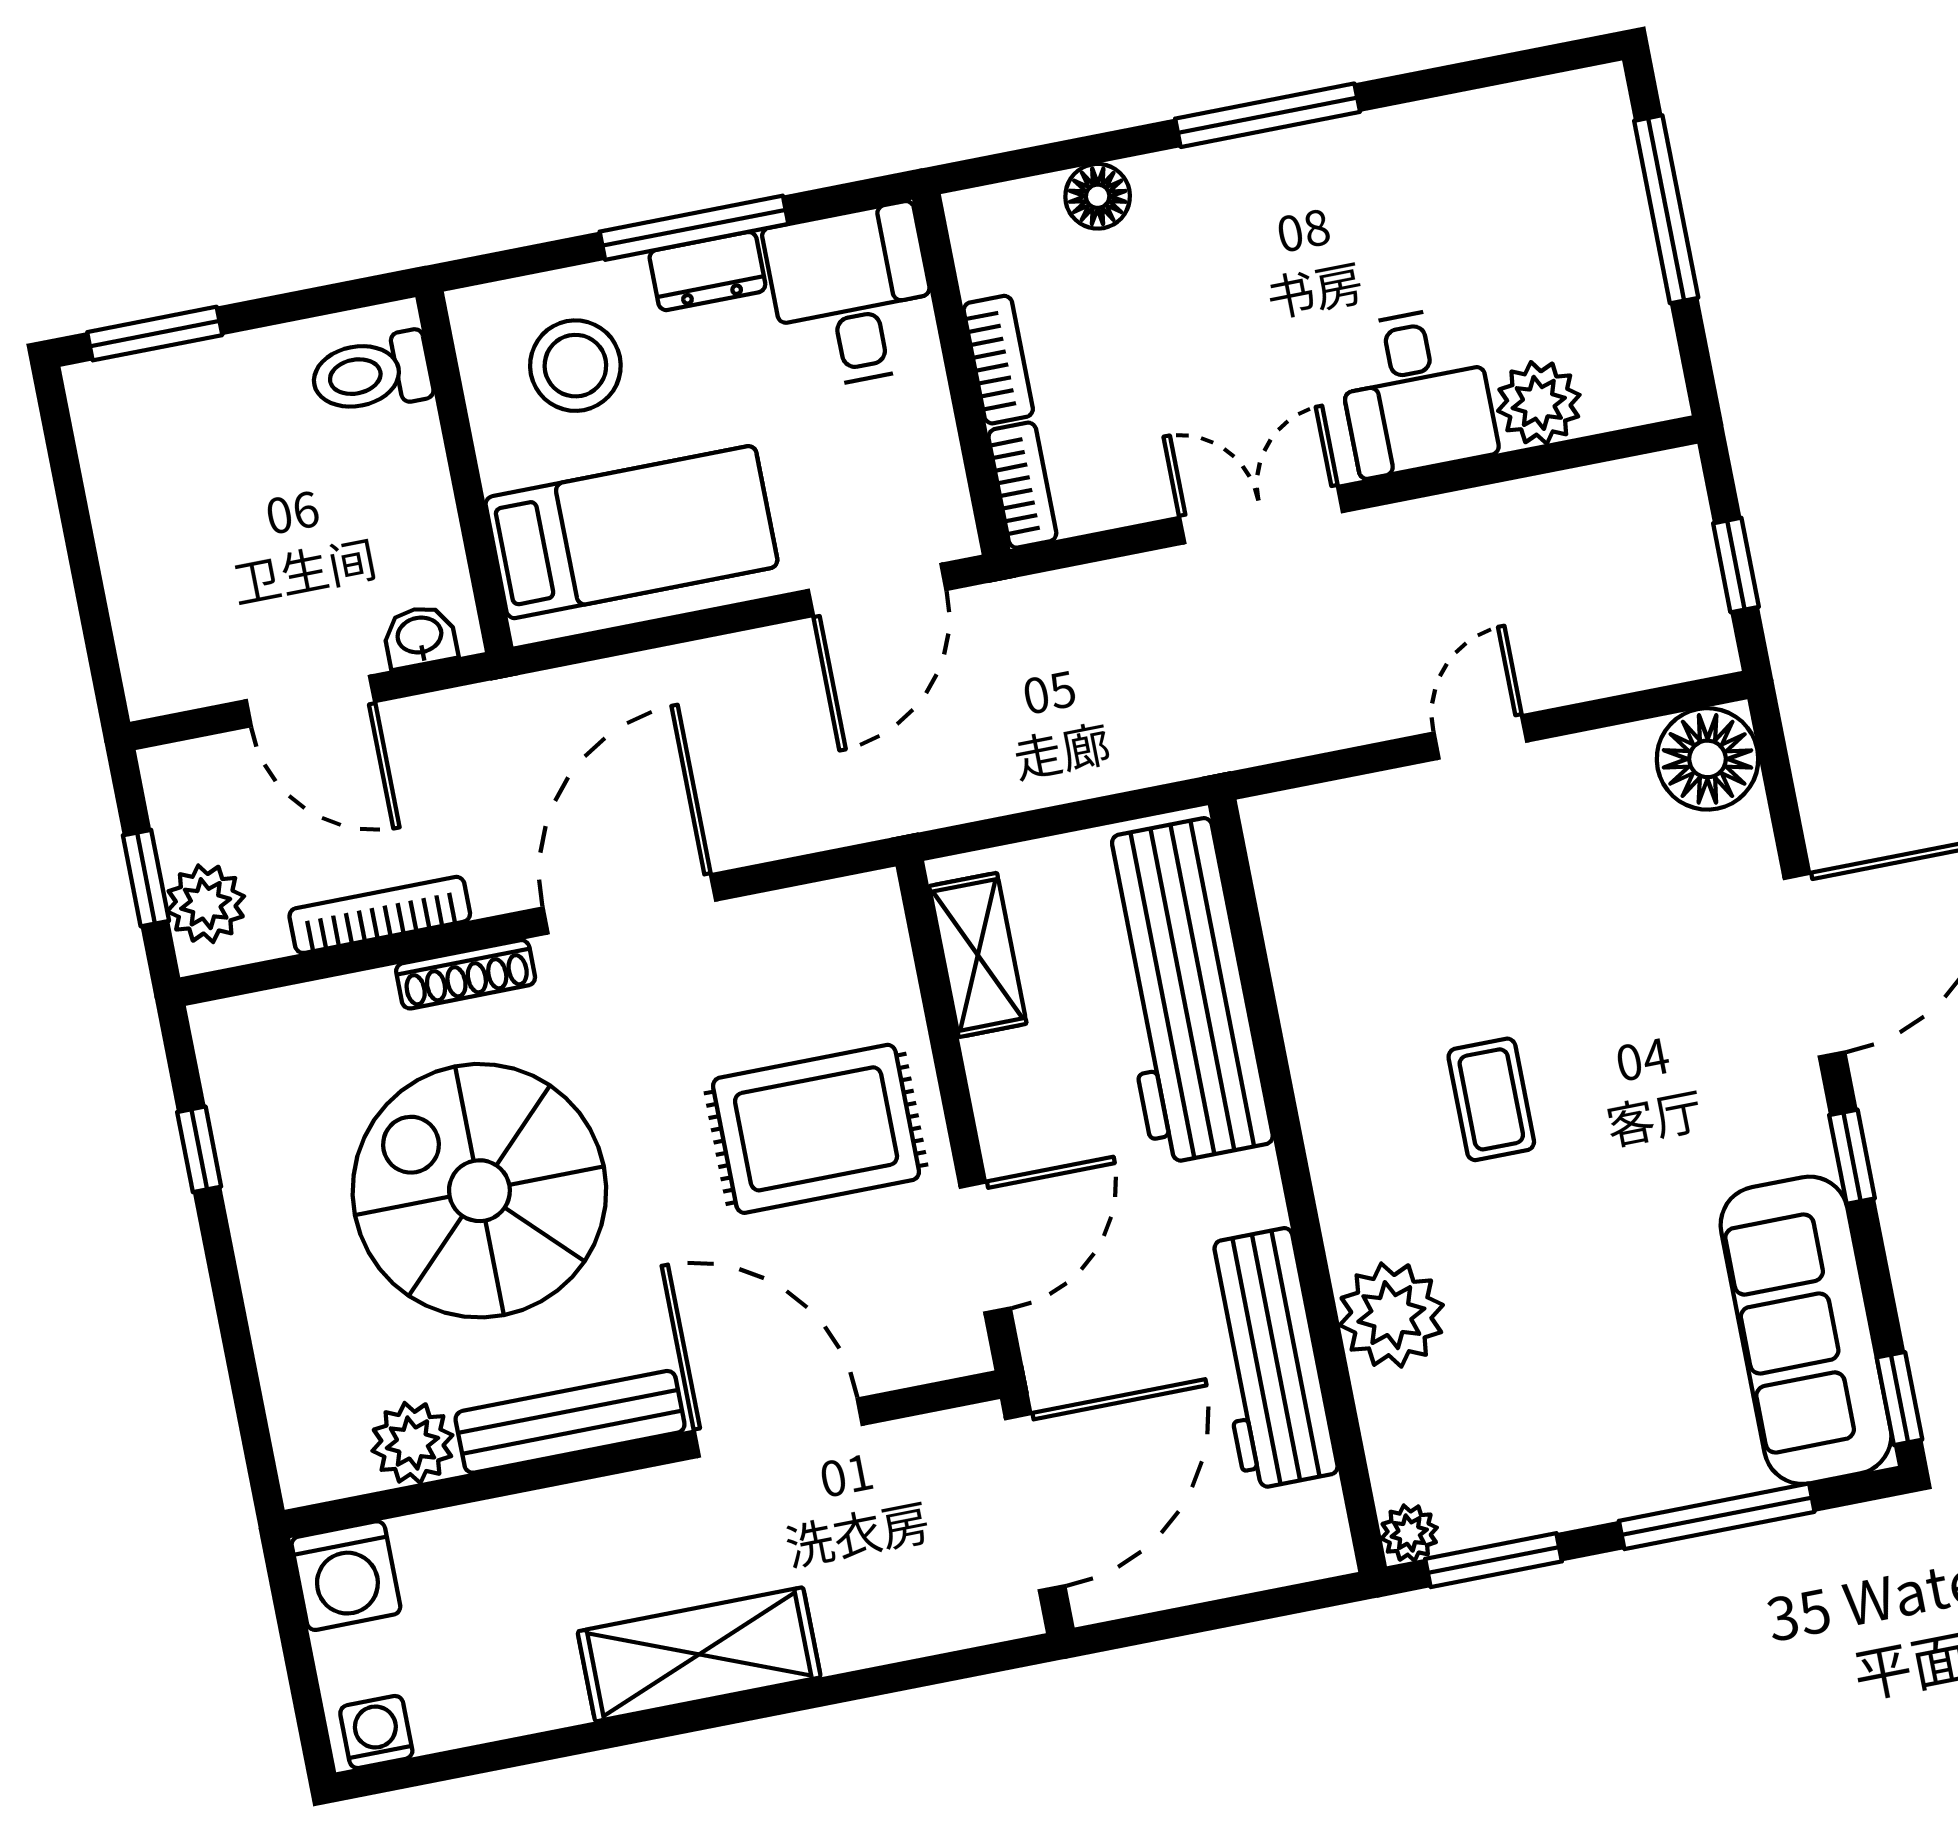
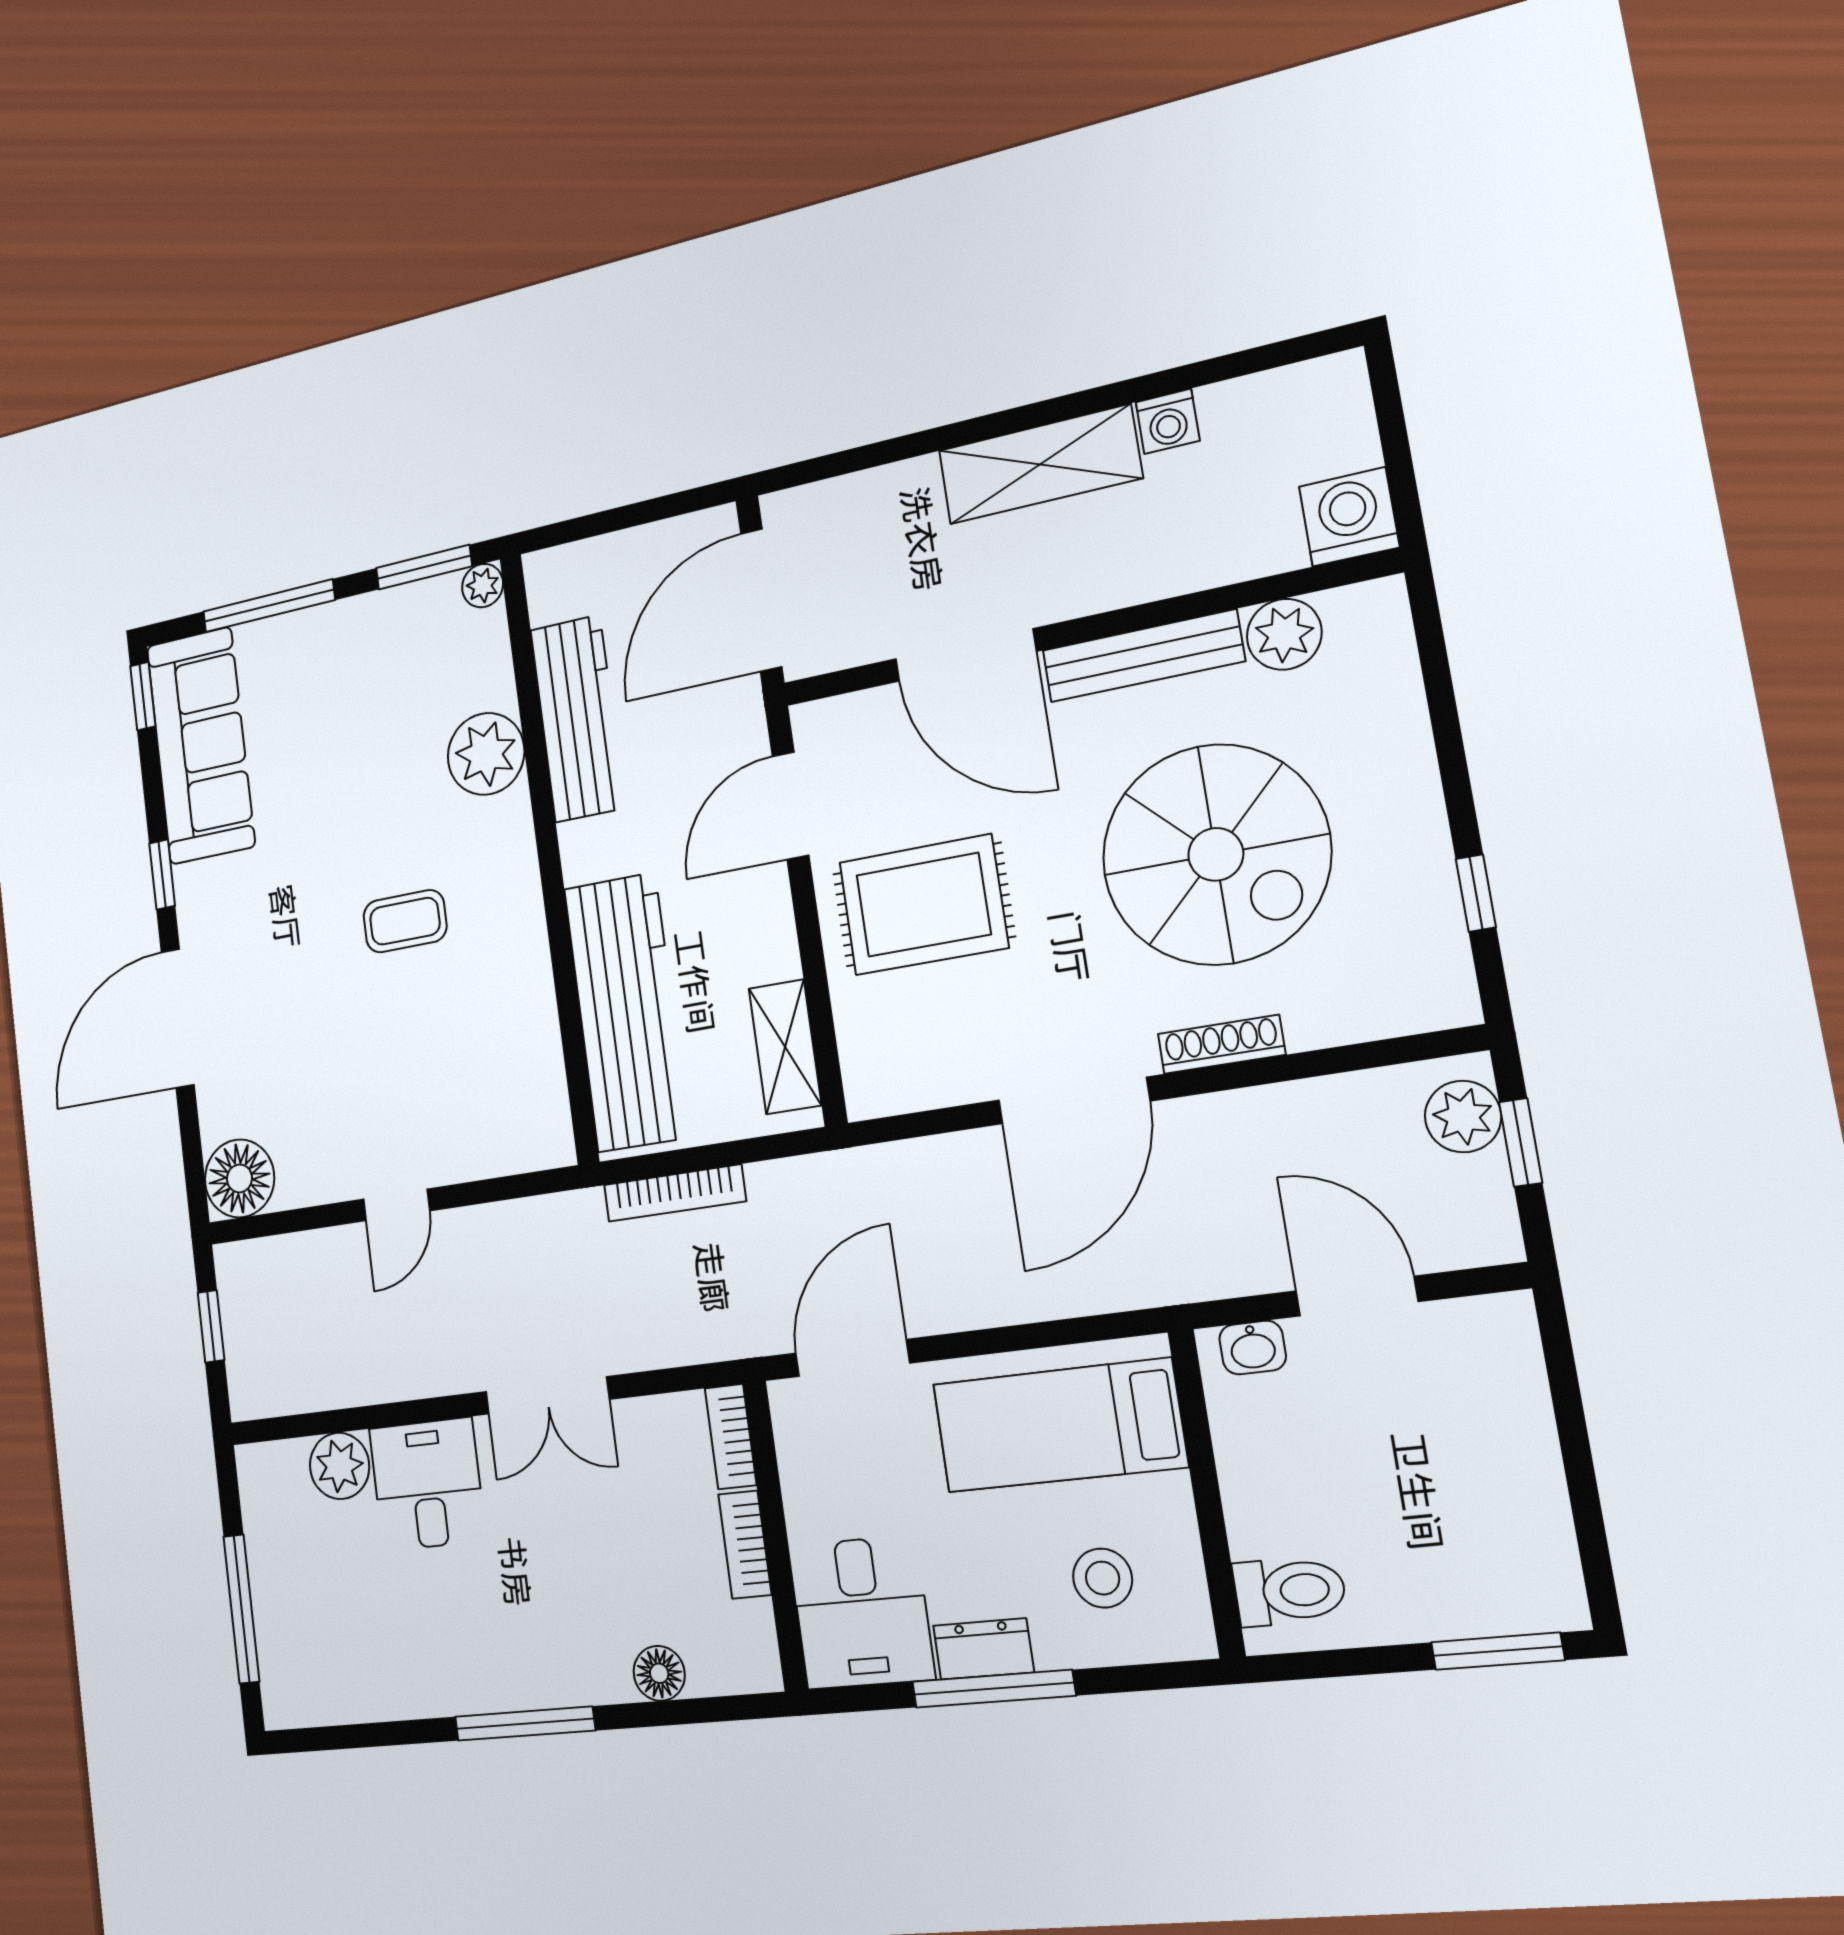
stool: (575, 366) -> (1103, 1578), width x0.73, depth x0.73
bookcase: (380, 915) -> (675, 1193), moved
coffee table: (1491, 1099) -> (405, 921), turned 90
washing machine: (376, 1732) -> (1168, 421), moved

